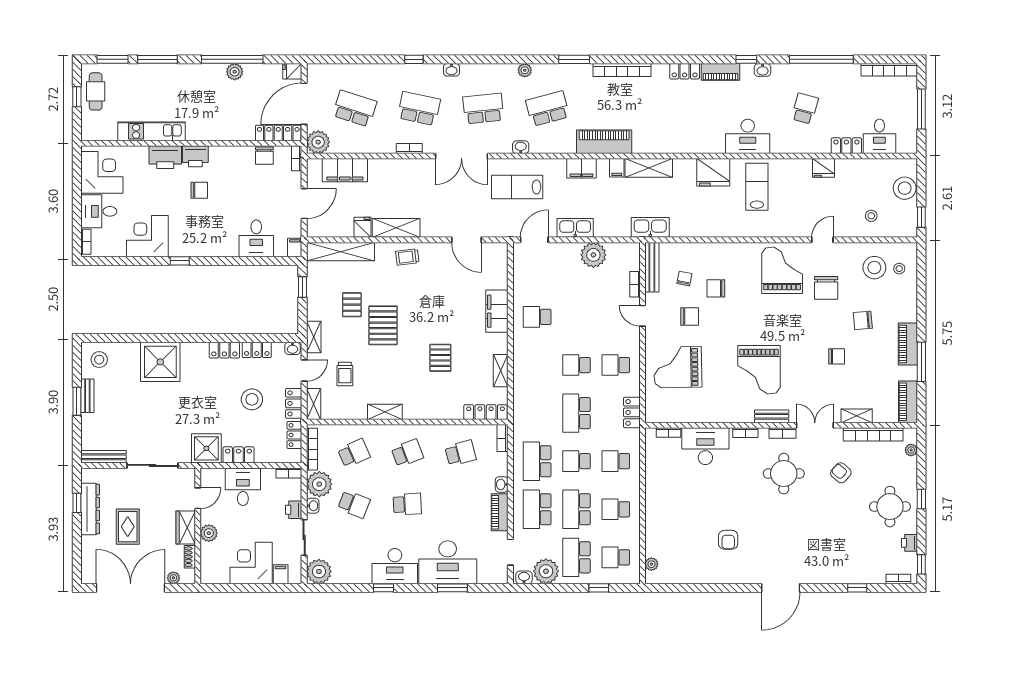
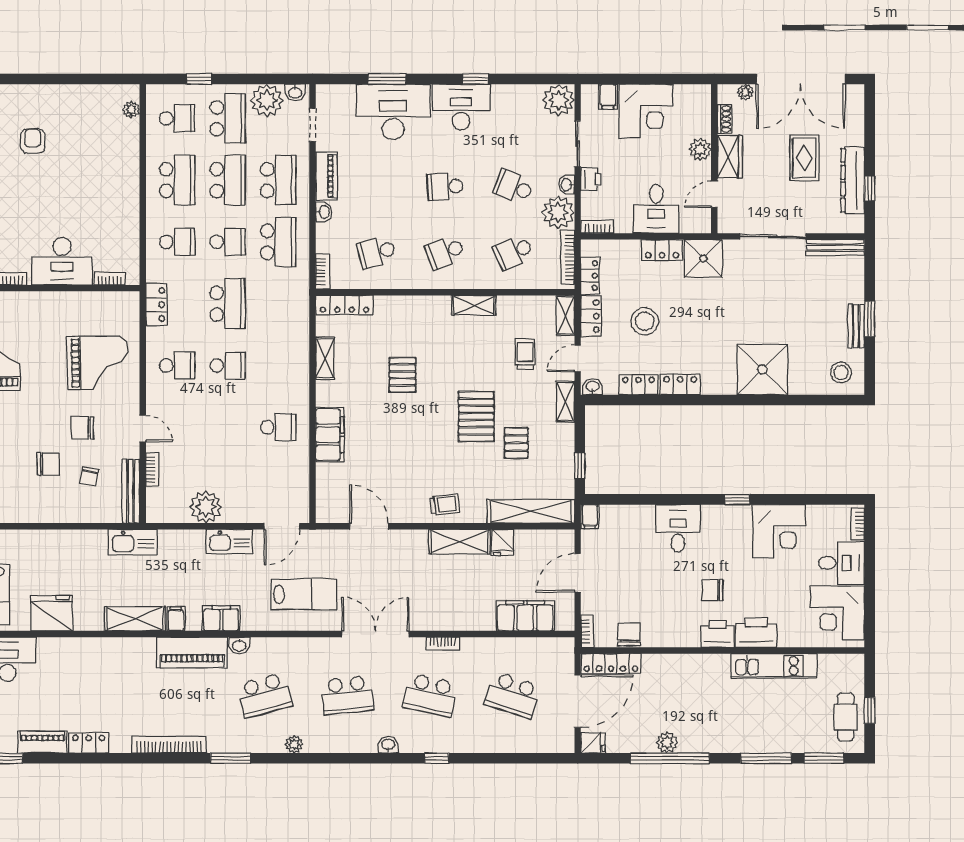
plant: (318, 142) -> (560, 652), removed
washbasin: (521, 147) -> (239, 645), moved
desk: (256, 238) -> (678, 528), moved
school desk: (616, 509) -> (177, 180), width x1.85

